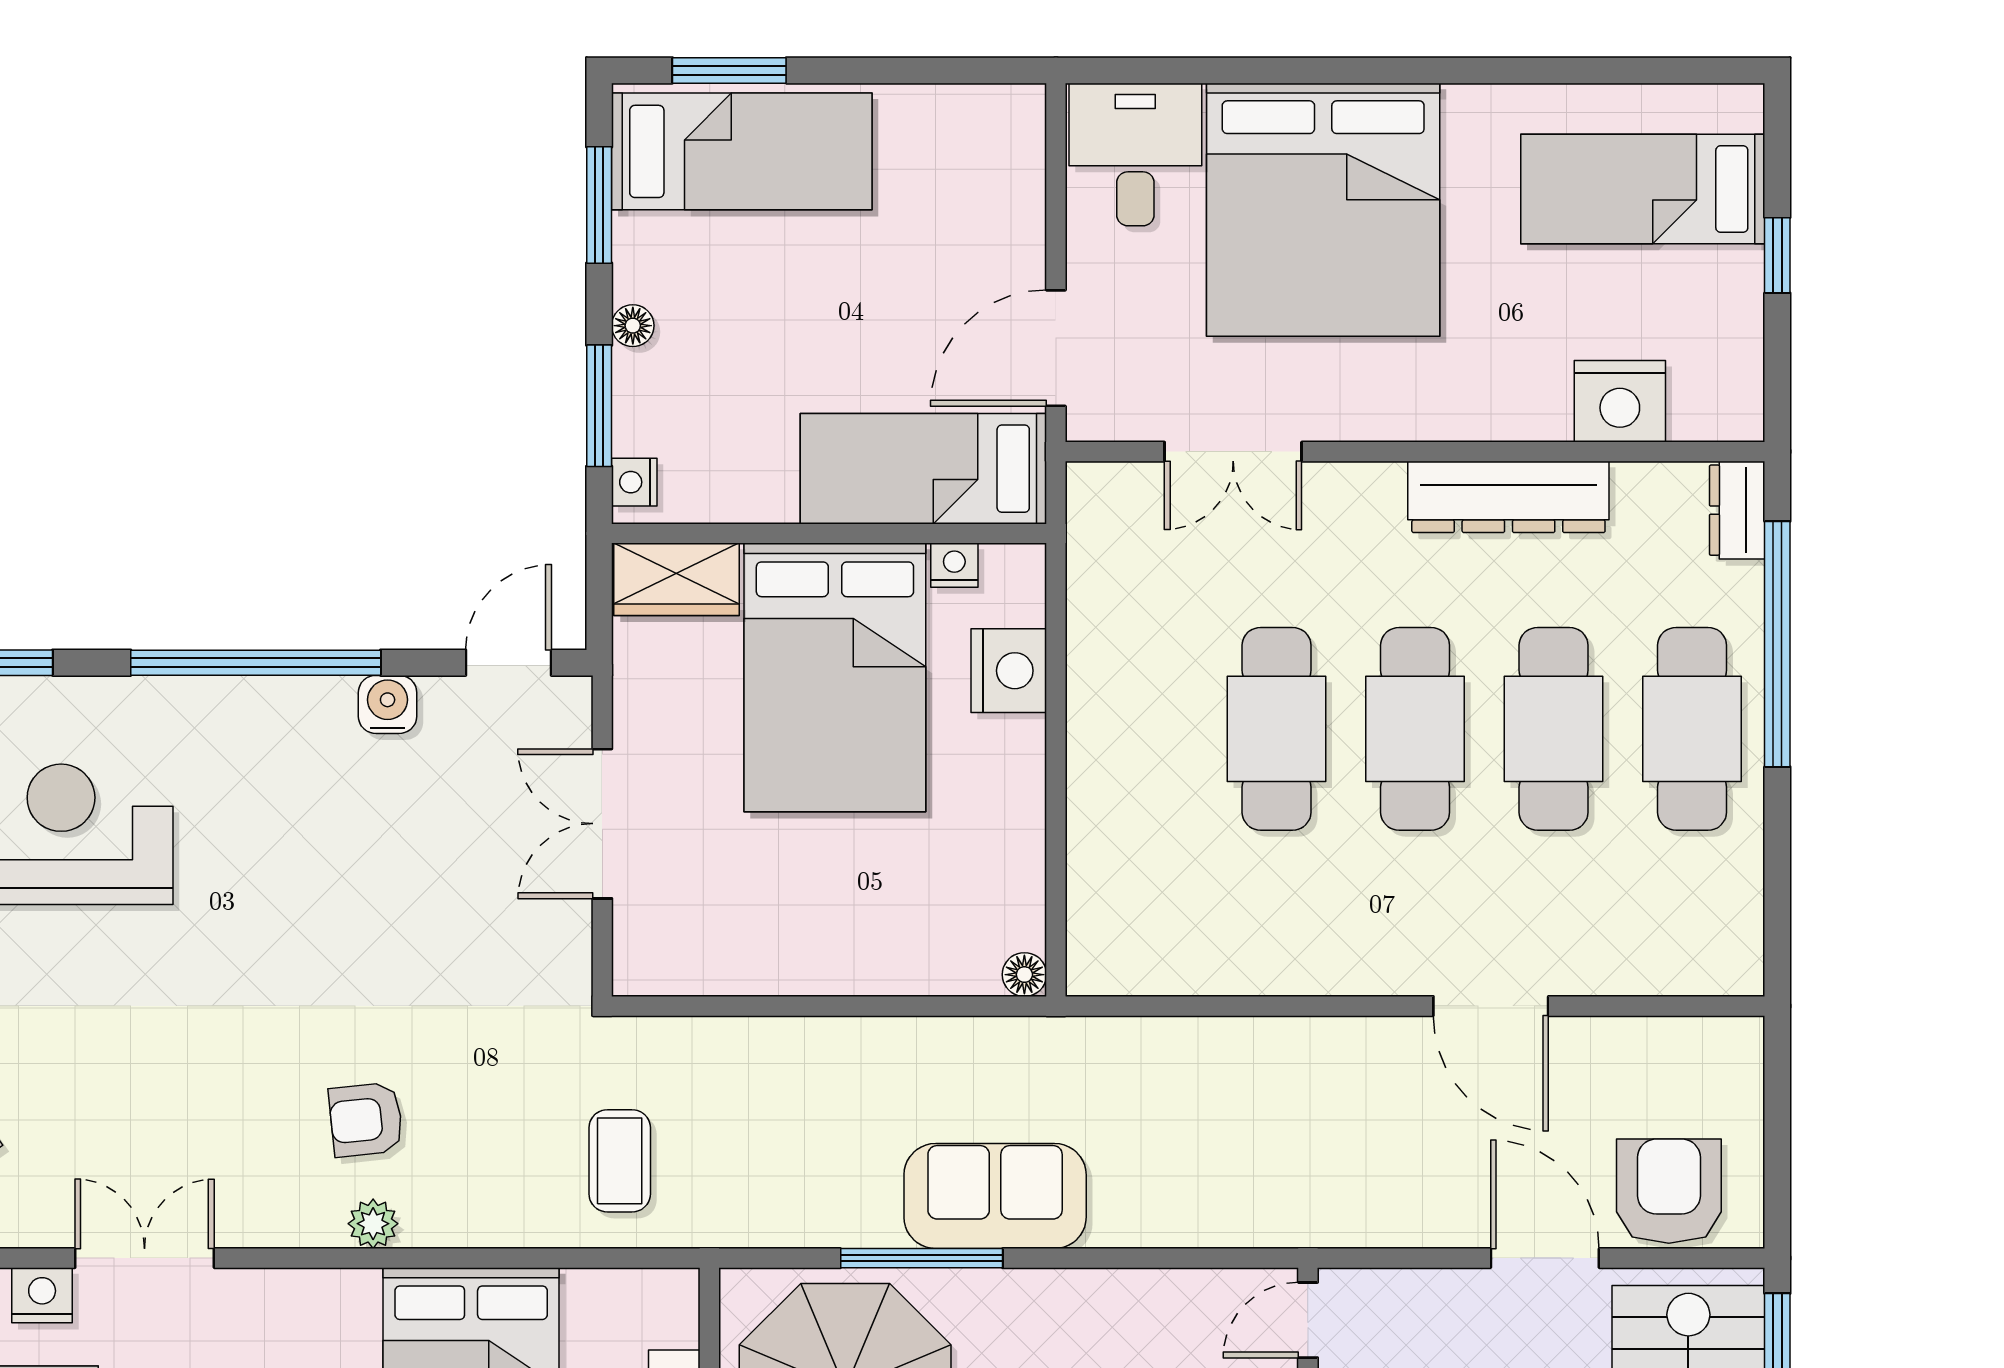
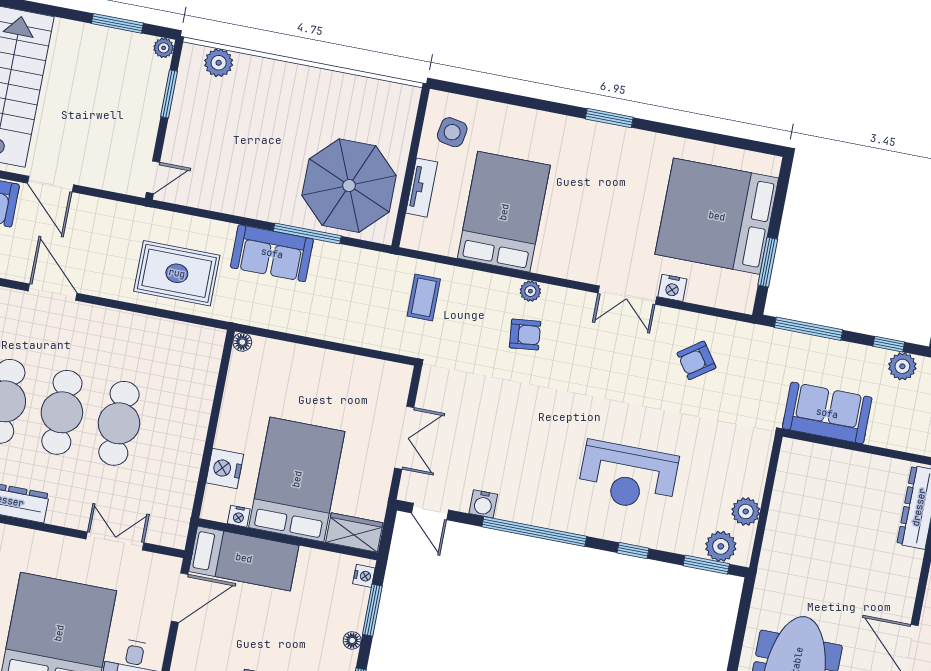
door: (508, 663) -> (430, 511), hinge flipped
rug: (1209, 1106) -> (177, 273), added

